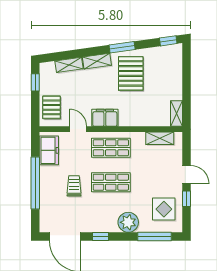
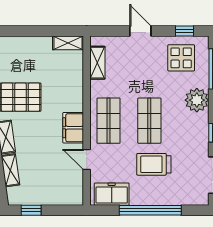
pallet: (52, 107) -> (61, 191), removed
door: (78, 129) -> (87, 159), hinge flipped
door: (186, 175) -> (140, 31), hinge flipped
trolley: (74, 186) -> (154, 164), width x1.36, depth x1.39
window: (186, 199) -> (184, 31), moved

